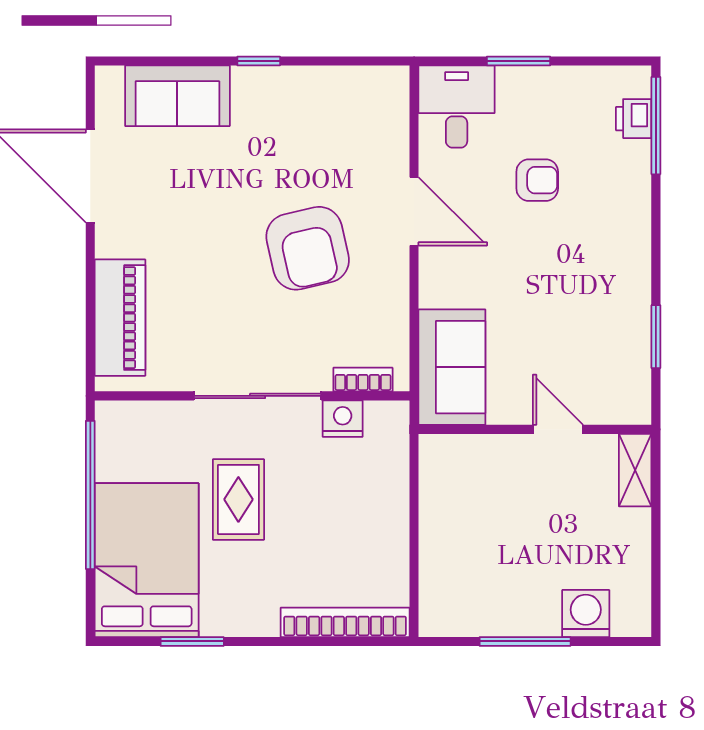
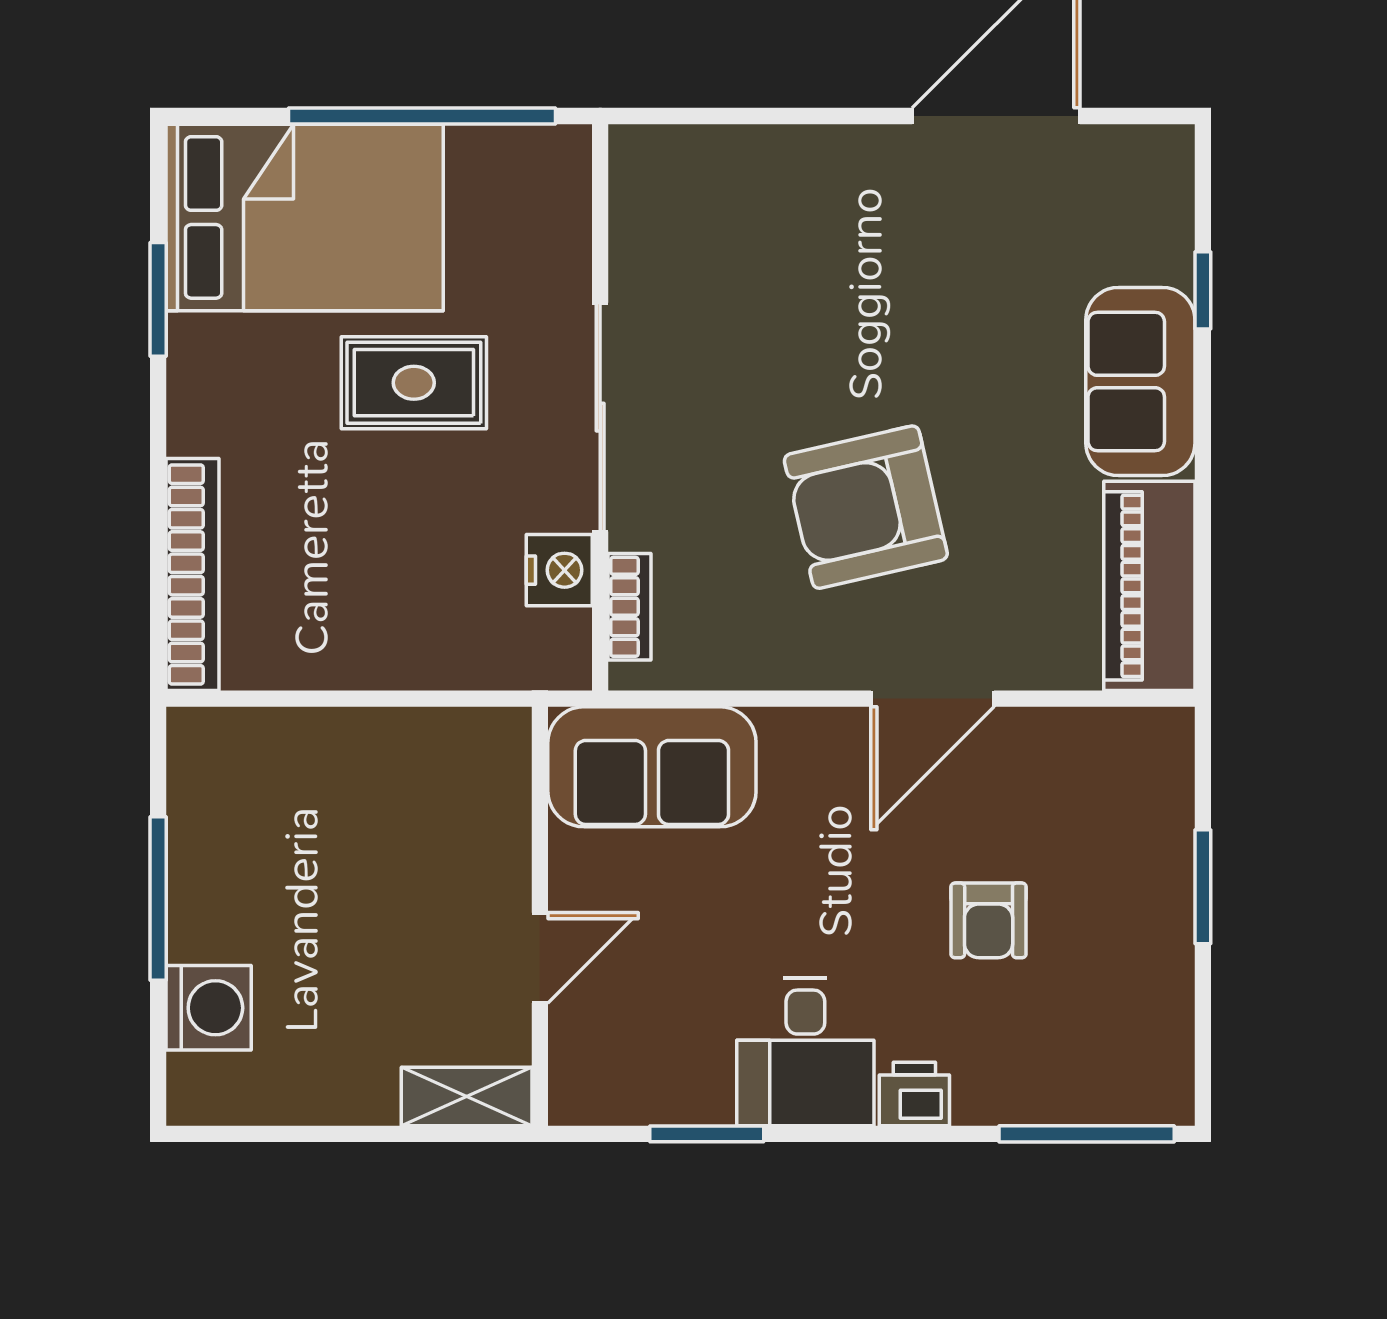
window: (259, 61) -> (1203, 290), moved
sofa: (177, 96) -> (1140, 382), moved
desk: (457, 107) -> (805, 1052), moved, turned 90
printer: (634, 119) -> (914, 1094), moved
piano: (120, 318) -> (1149, 586), moved, turned 90

